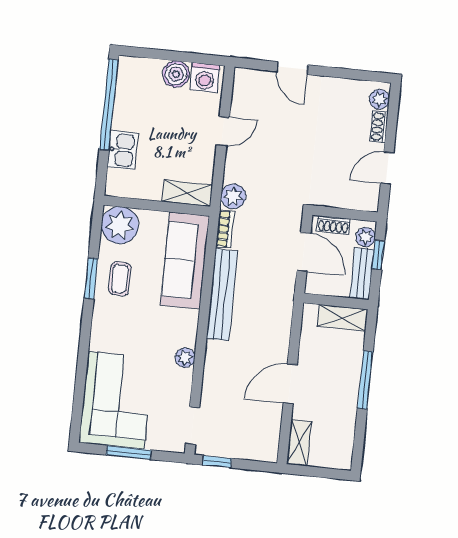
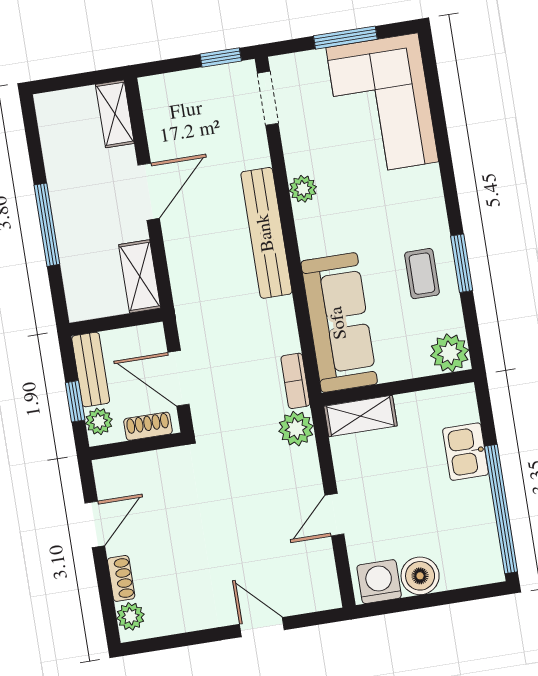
plant: (120, 225) -> (450, 353), width x0.73, depth x0.73
bench: (222, 295) -> (266, 233), moved
shelving: (342, 318) -> (140, 276), moved, turned 90

